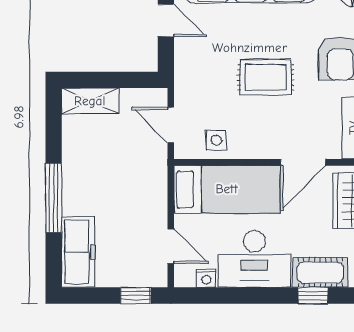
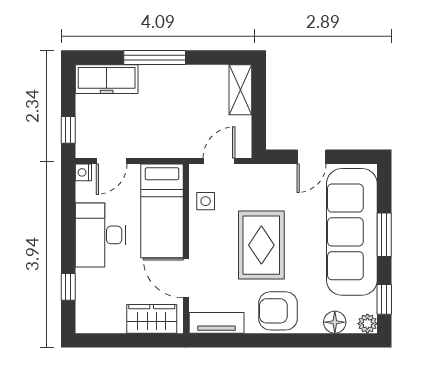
rug: (266, 77) -> (261, 245), width x1.36, depth x1.43
cot: (320, 273) -> (88, 293), removed
nightstand: (206, 278) -> (83, 172), moved

